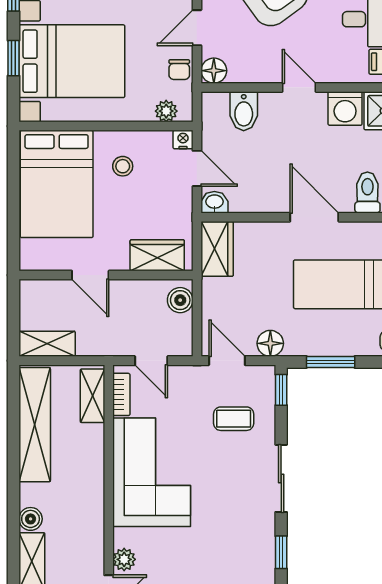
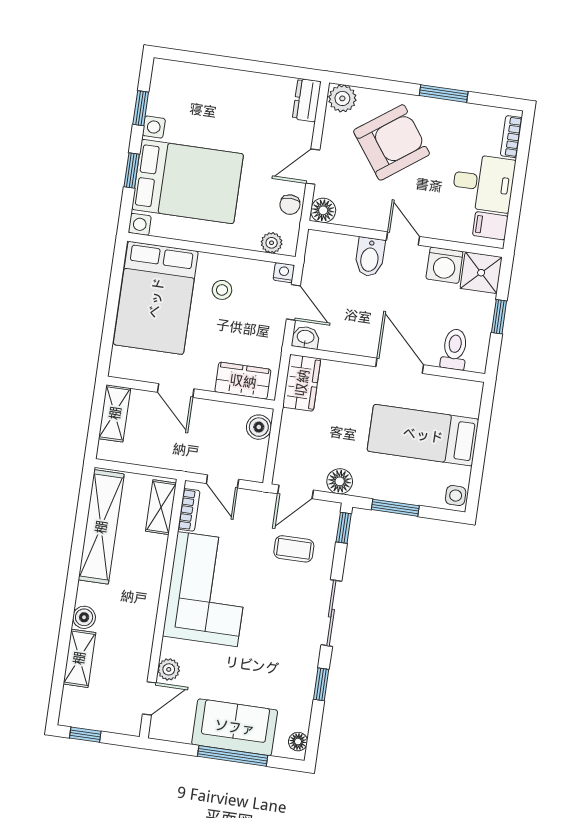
bidet: (244, 111) -> (370, 257), moved
shelving: (47, 344) -> (115, 413), moved, turned 90
door: (227, 361) -> (296, 492), swing flipped

